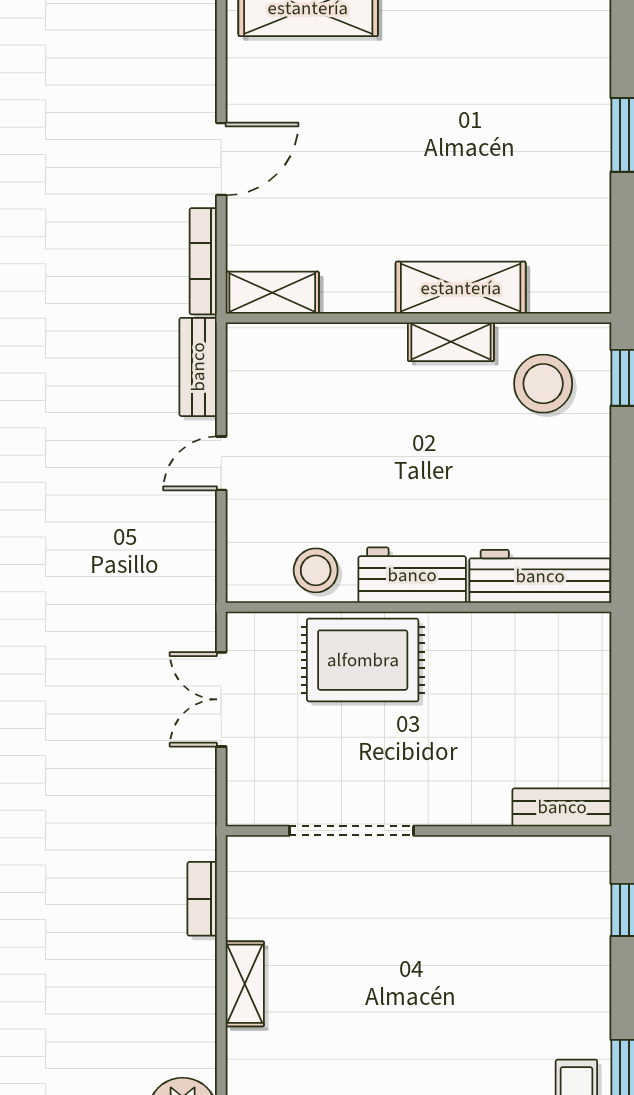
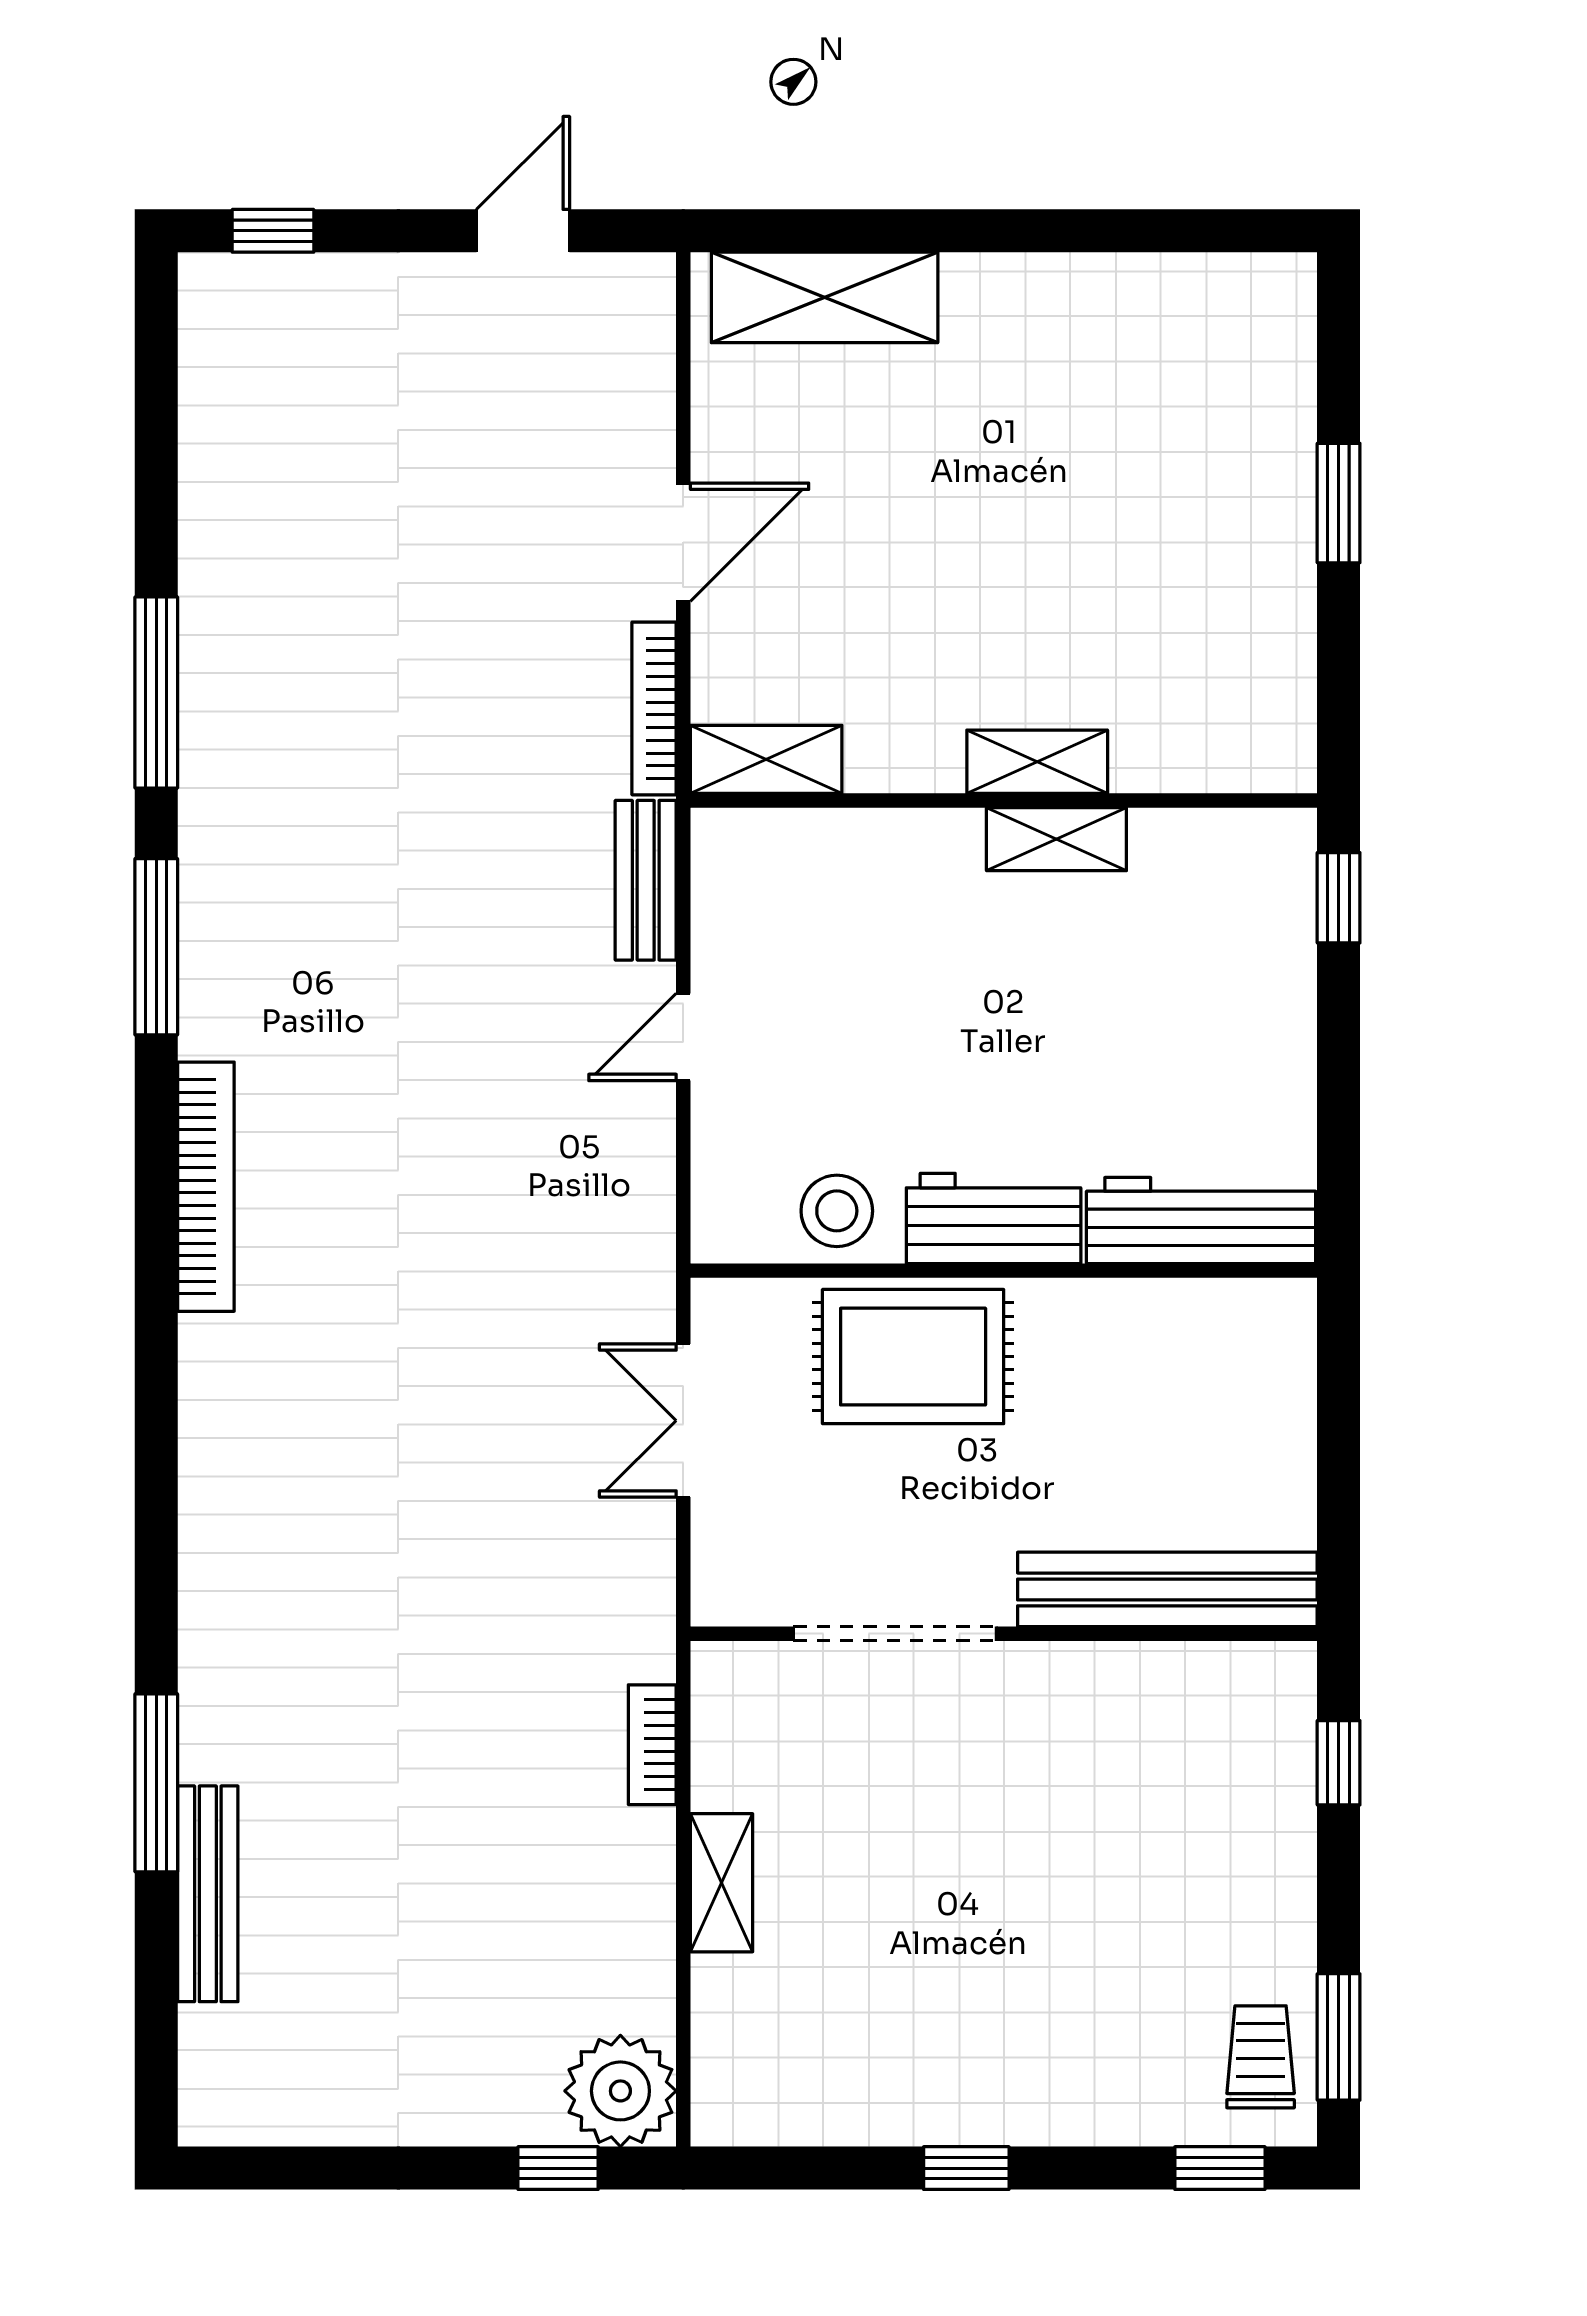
shelving: (461, 288) -> (1037, 762), width x0.67, depth x0.75
stool: (543, 384) -> (1206, 907), removed
bench: (562, 807) -> (1167, 1589), width x1.86, depth x1.21

